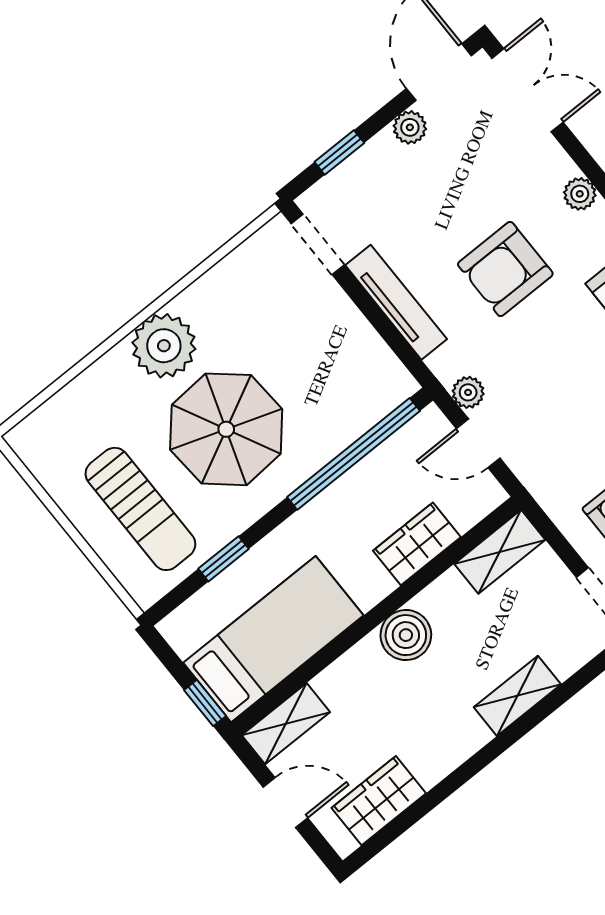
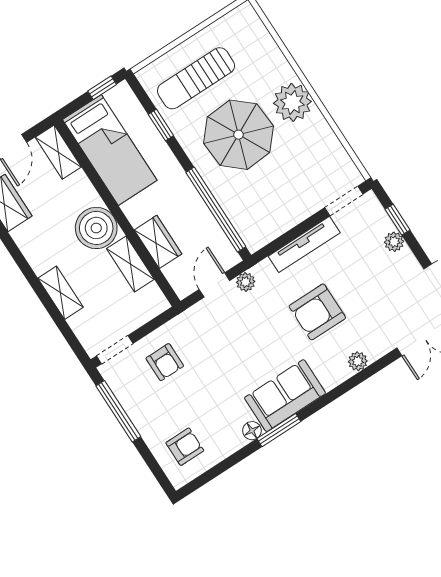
plant: (410, 127) -> (394, 242), moved
armchair: (505, 269) -> (317, 312), turned -90
shelving: (500, 552) -> (130, 264), moved
boiler: (406, 635) -> (96, 228), width x1.37, depth x1.37
window: (205, 703) -> (102, 88), moved

